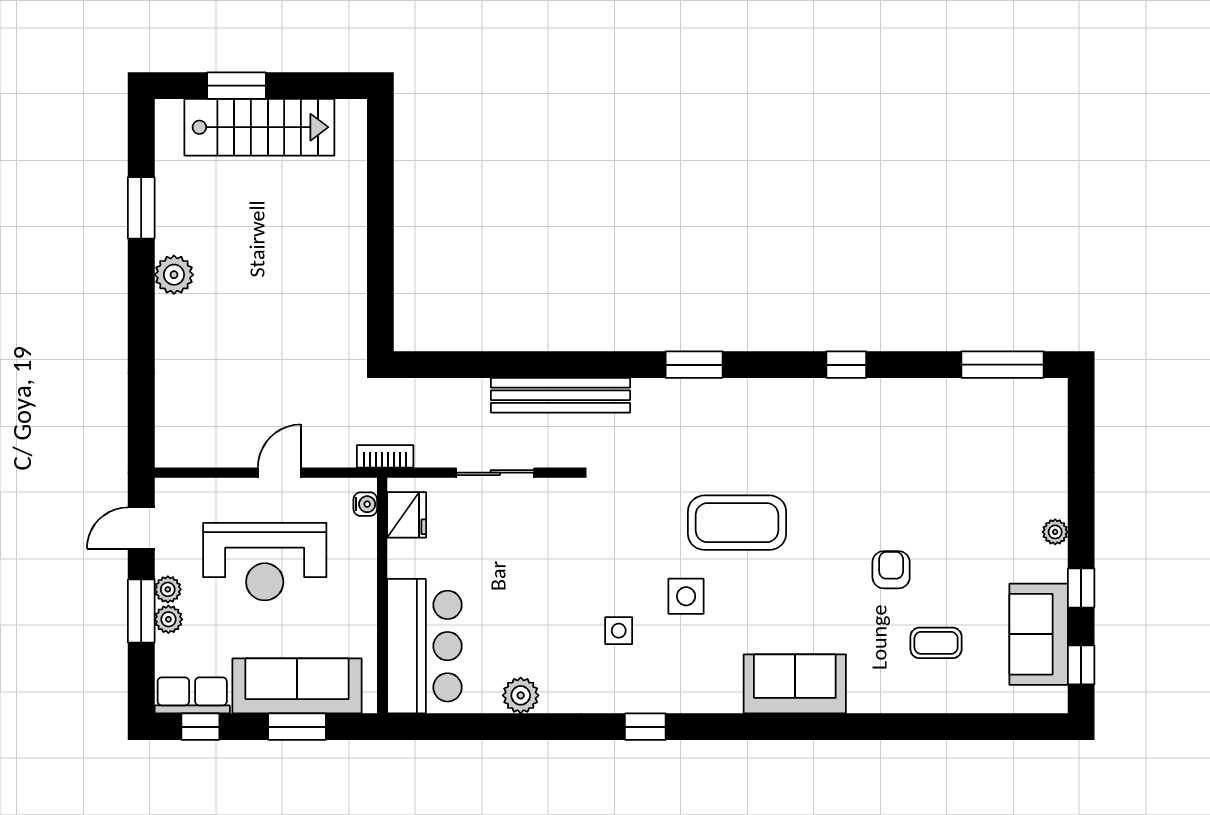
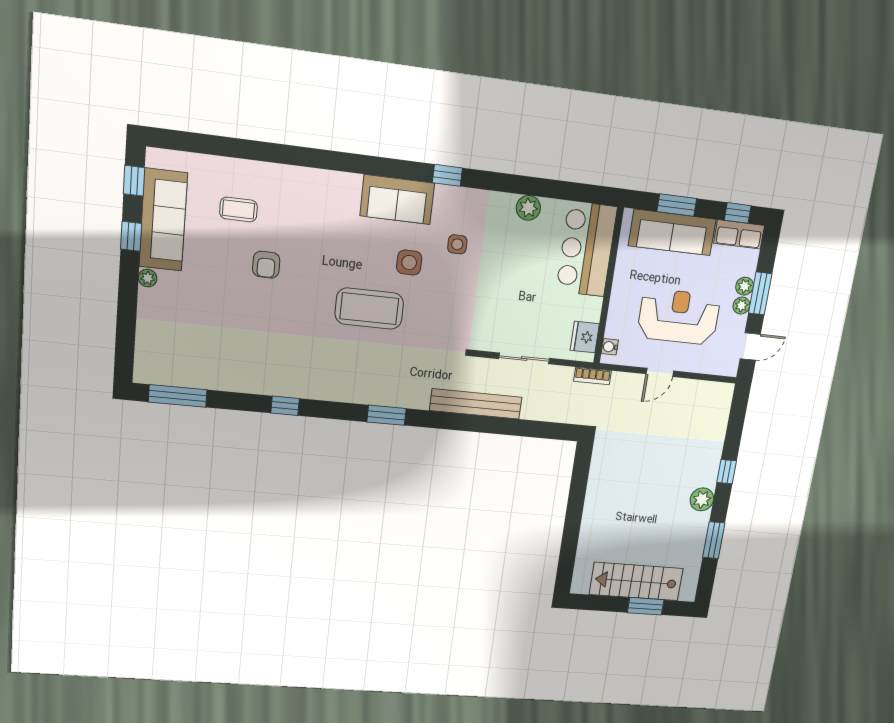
window: (141, 324) -> (727, 472), added
sofa: (1039, 634) -> (163, 220), width x1.36
sofa: (795, 684) -> (397, 200), moved

